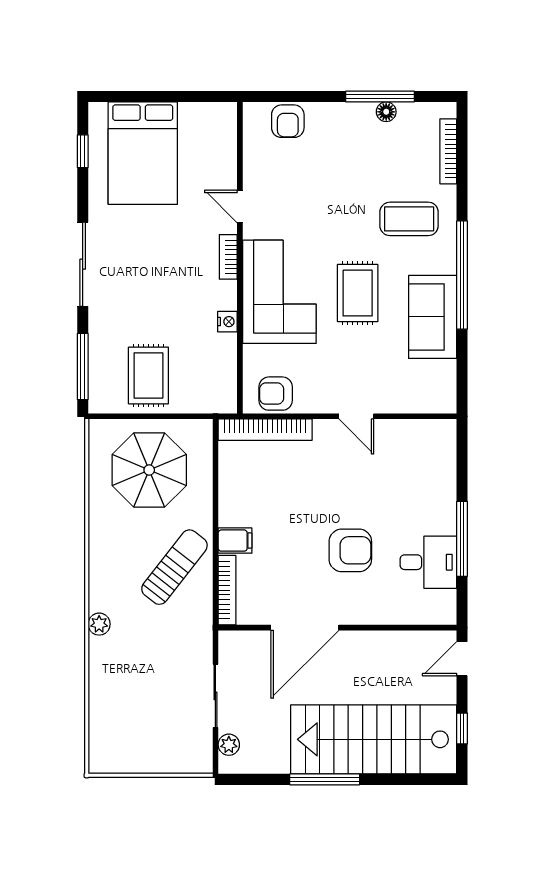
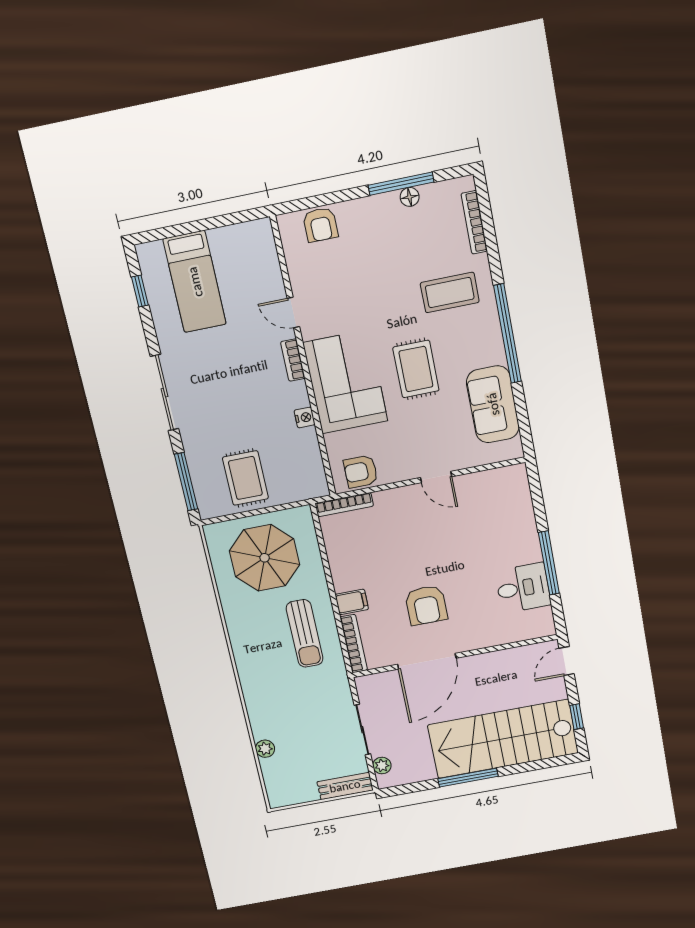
bed: (143, 153) -> (195, 282), width x0.67
sofa: (433, 317) -> (493, 404), moved
bookcase: (265, 430) -> (344, 505), width x0.68, depth x0.76
armchair: (350, 550) -> (426, 605), moved, turned 90
sun lounger: (174, 567) -> (305, 633), turned 142
plant: (99, 624) -> (265, 749), moved
bench: (181, 762) -> (345, 786), added

